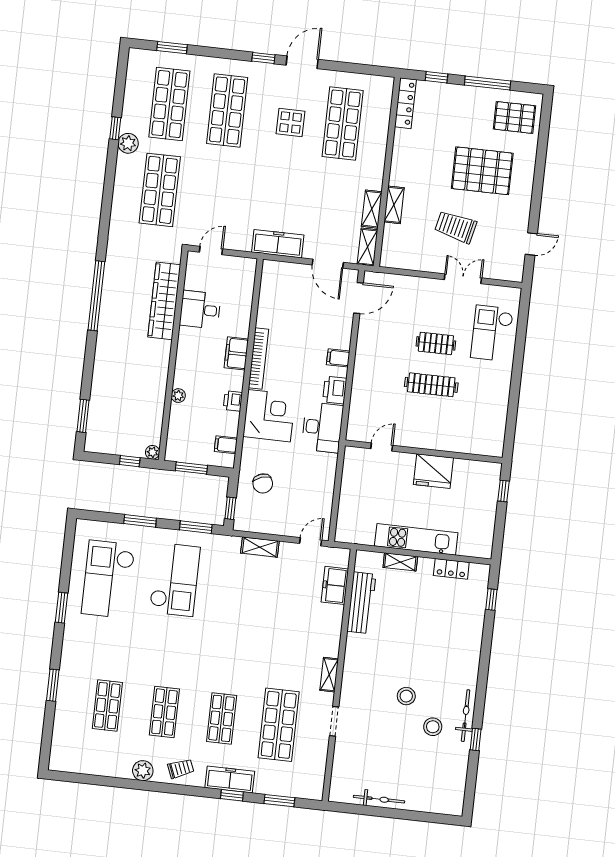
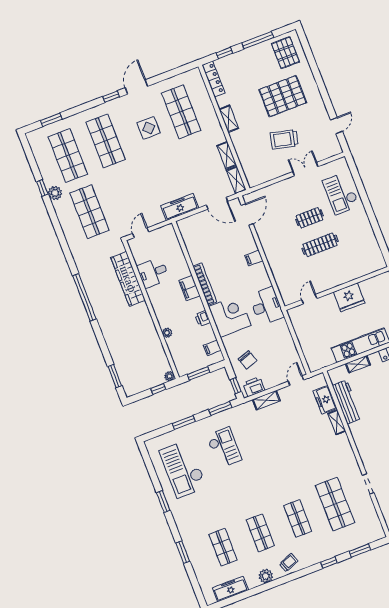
pallet: (514, 117) -> (285, 53), turned 90
shelving: (394, 205) -> (229, 119), moved
printer: (335, 390) -> (254, 387), moved, turned 90
checkout: (175, 580) -> (224, 448), width x0.73, depth x0.83
shelving: (329, 675) -> (337, 422), moved
freezer: (230, 779) -> (230, 589), moved

